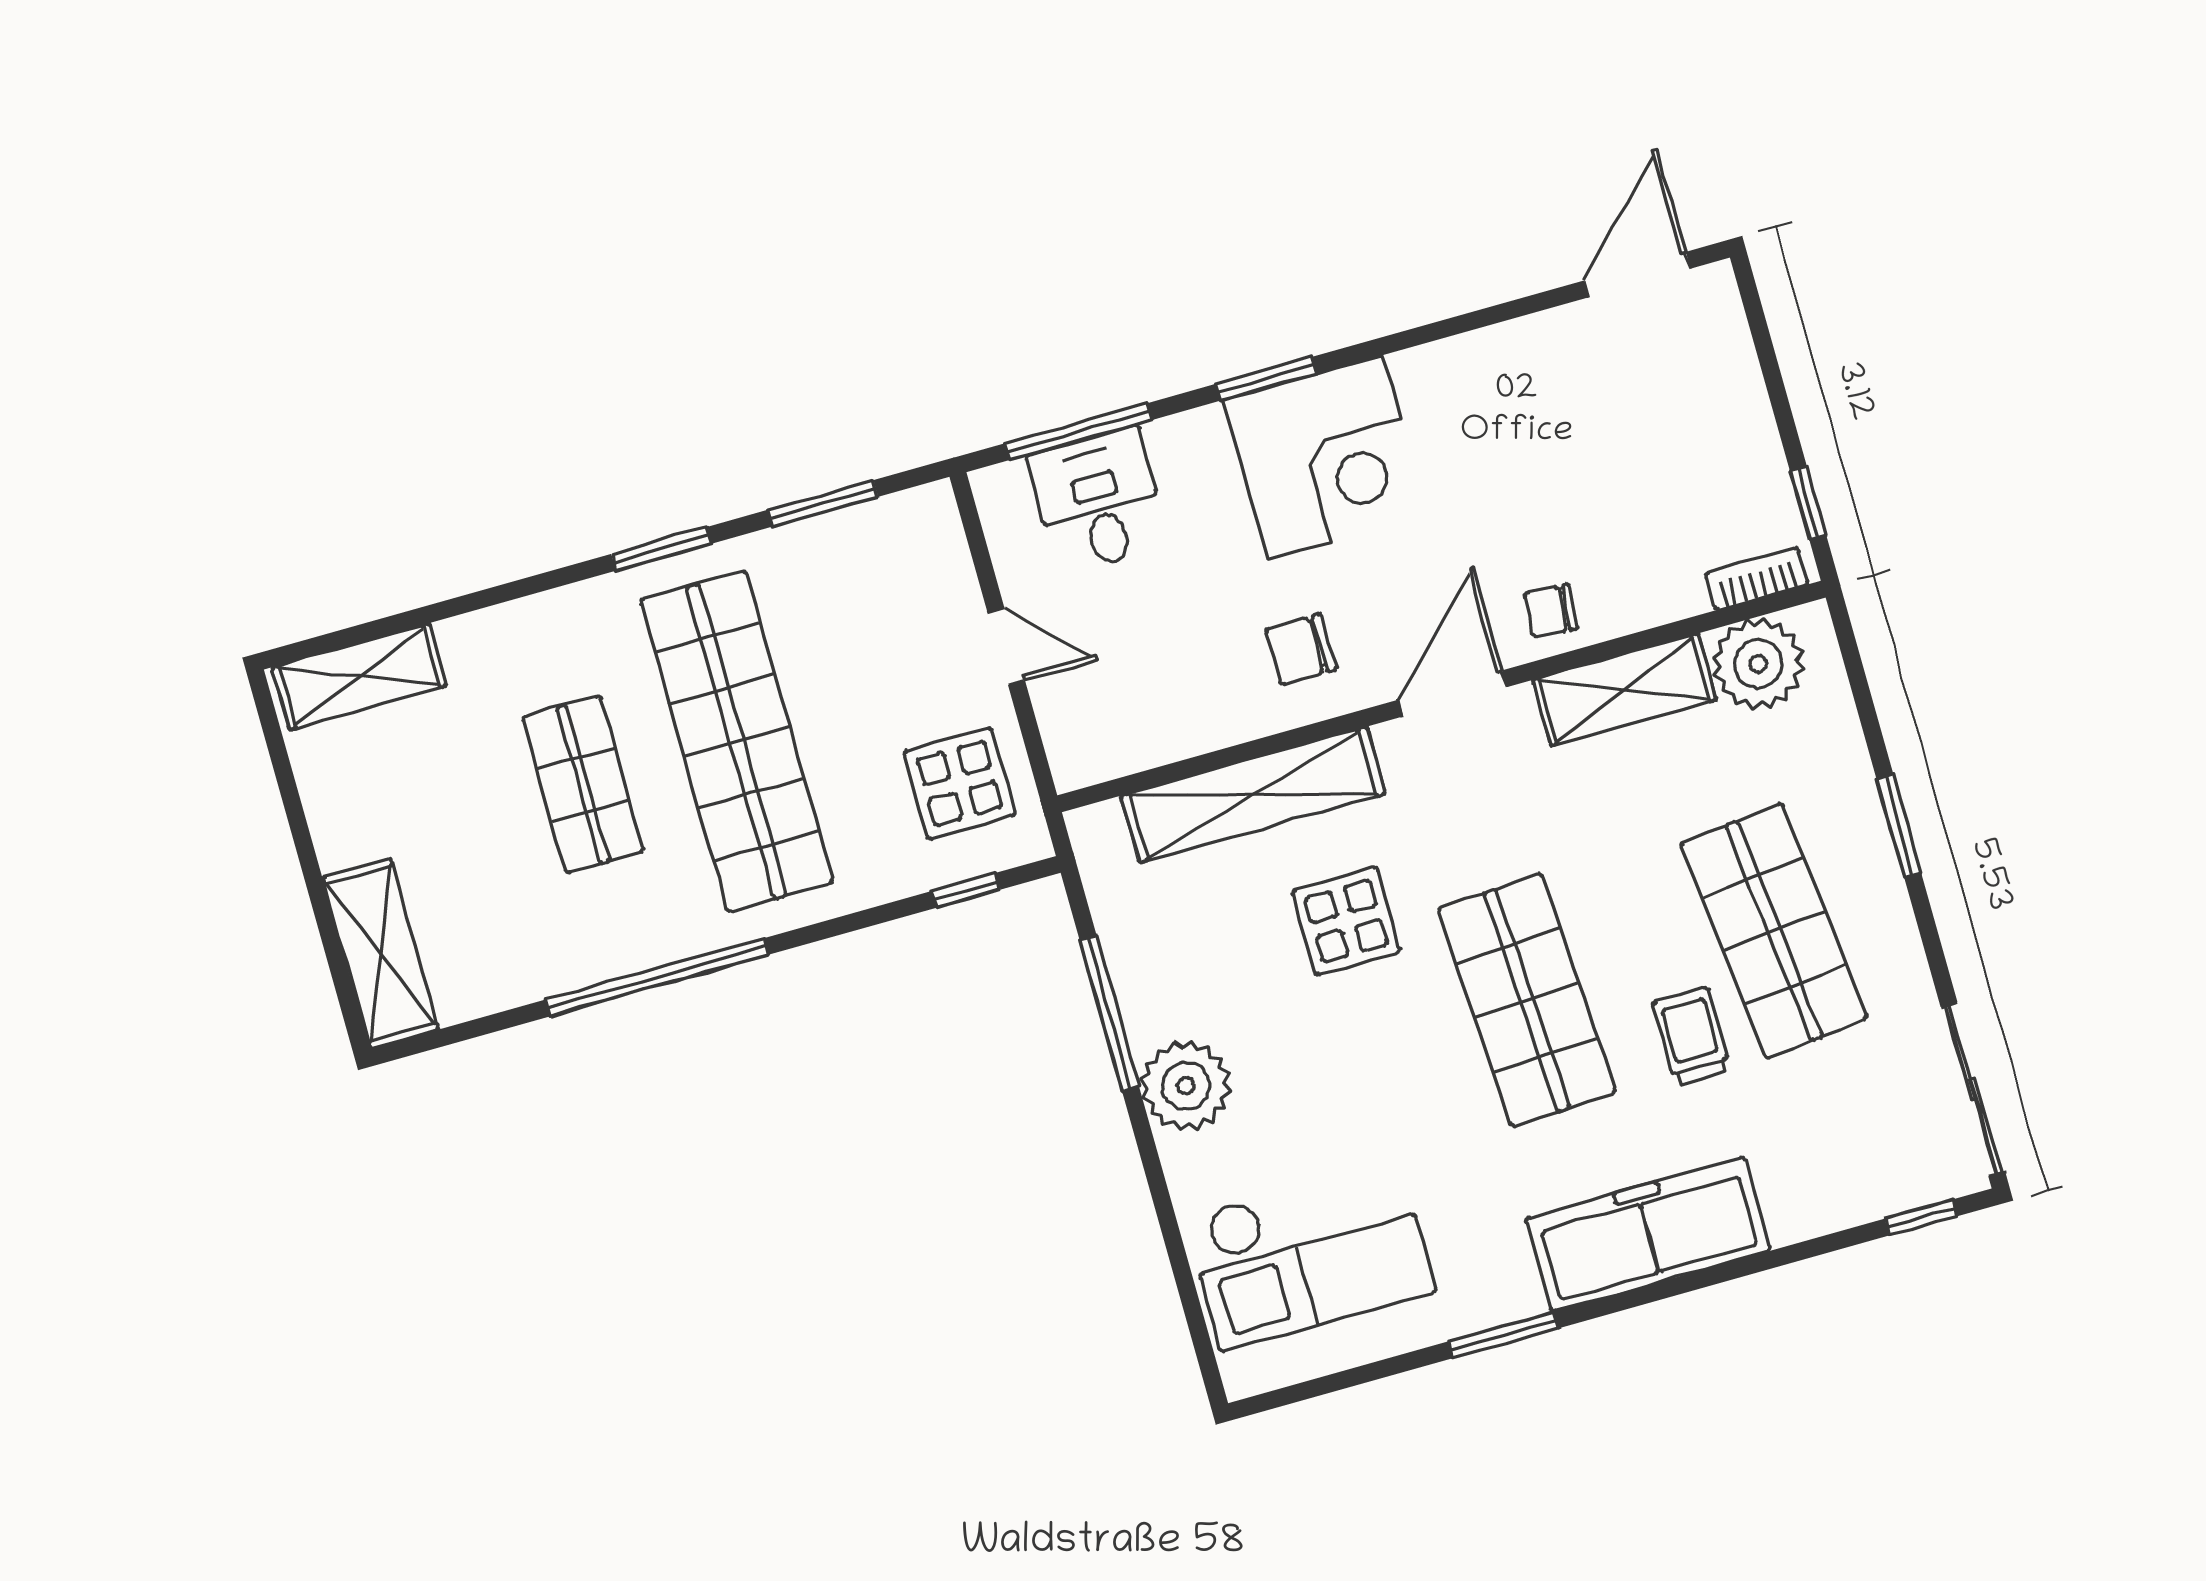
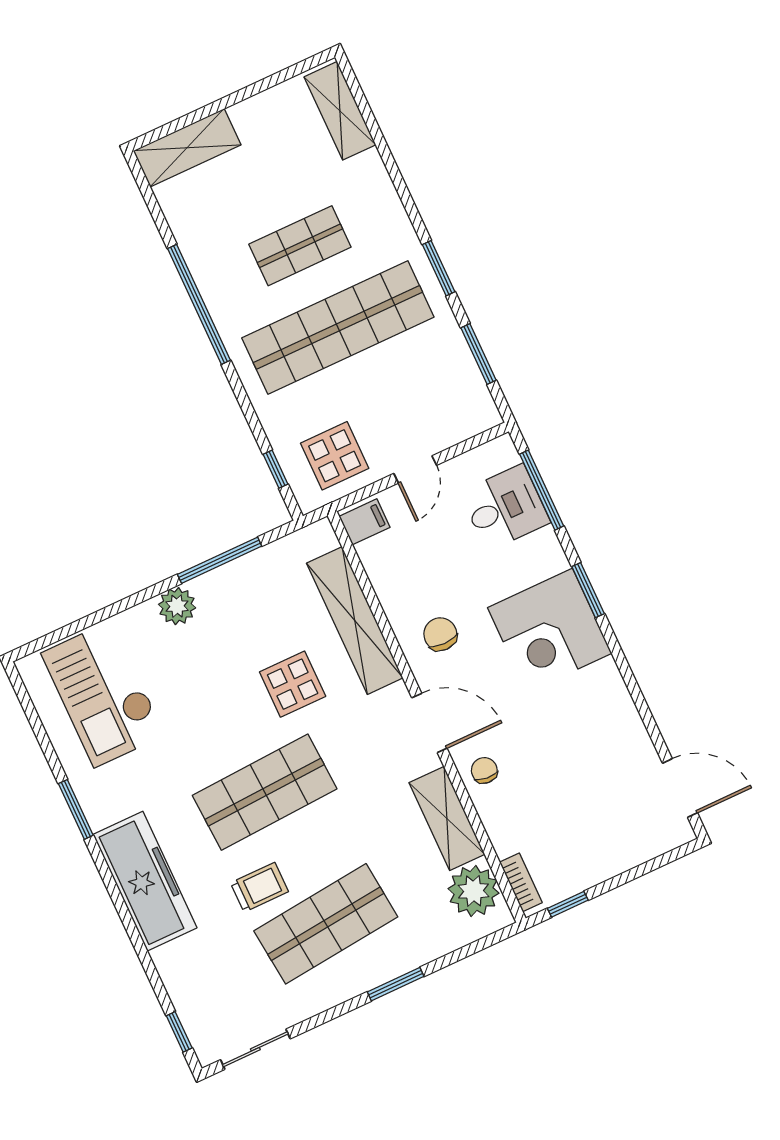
filing cabinet: (1083, 750) -> (365, 522), added
plant: (1186, 1086) -> (177, 606), width x0.73, depth x0.73
sliding door: (1973, 1089) -> (255, 1049), width x0.73

